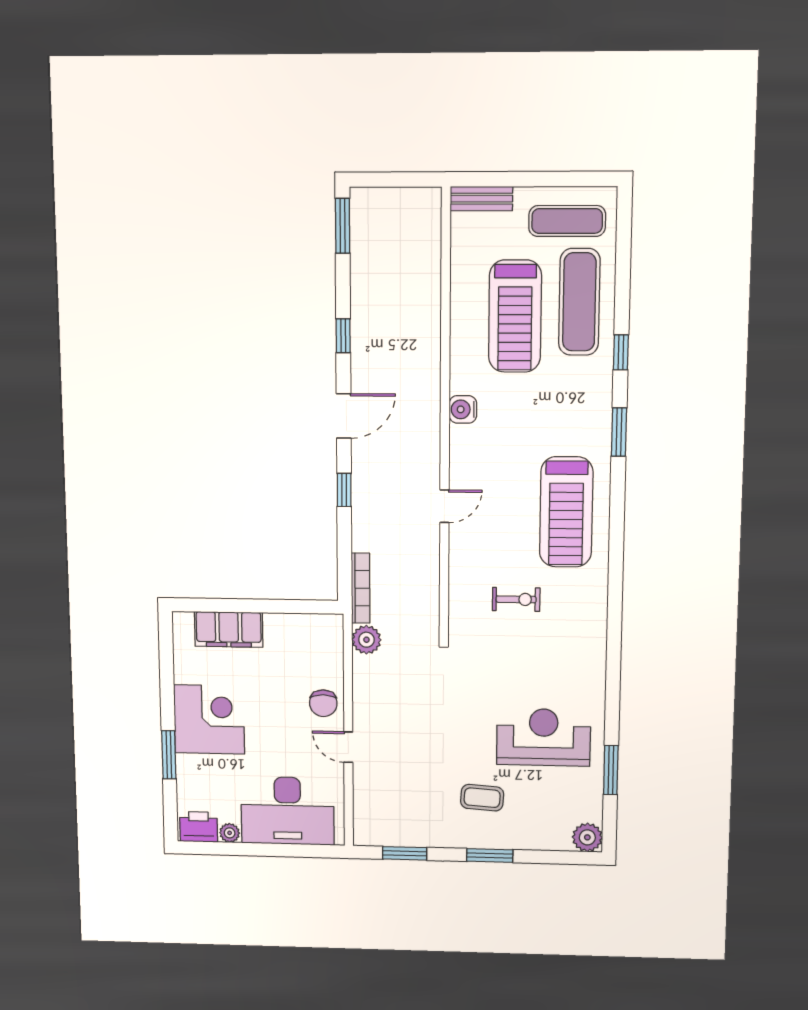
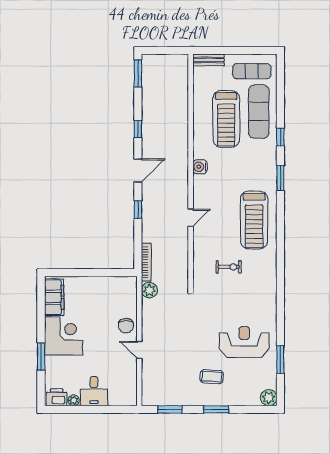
filing cabinet: (229, 629) -> (54, 297), moved, turned -90
desk: (287, 811) -> (94, 391), width x0.53, depth x0.77

